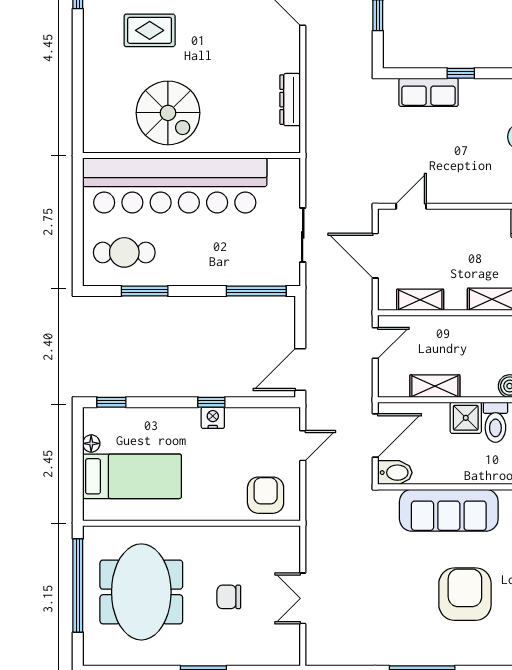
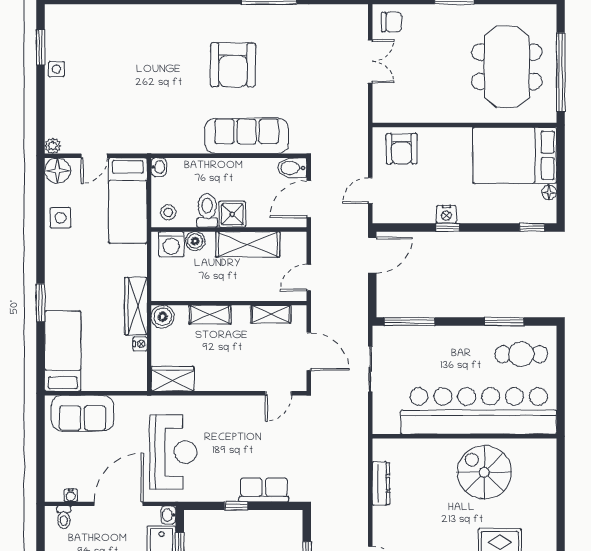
shelving: (435, 386) -> (248, 244), width x1.50, depth x1.33
bed: (132, 476) -> (515, 155), width x1.50
chair: (229, 597) -> (392, 22), moved

